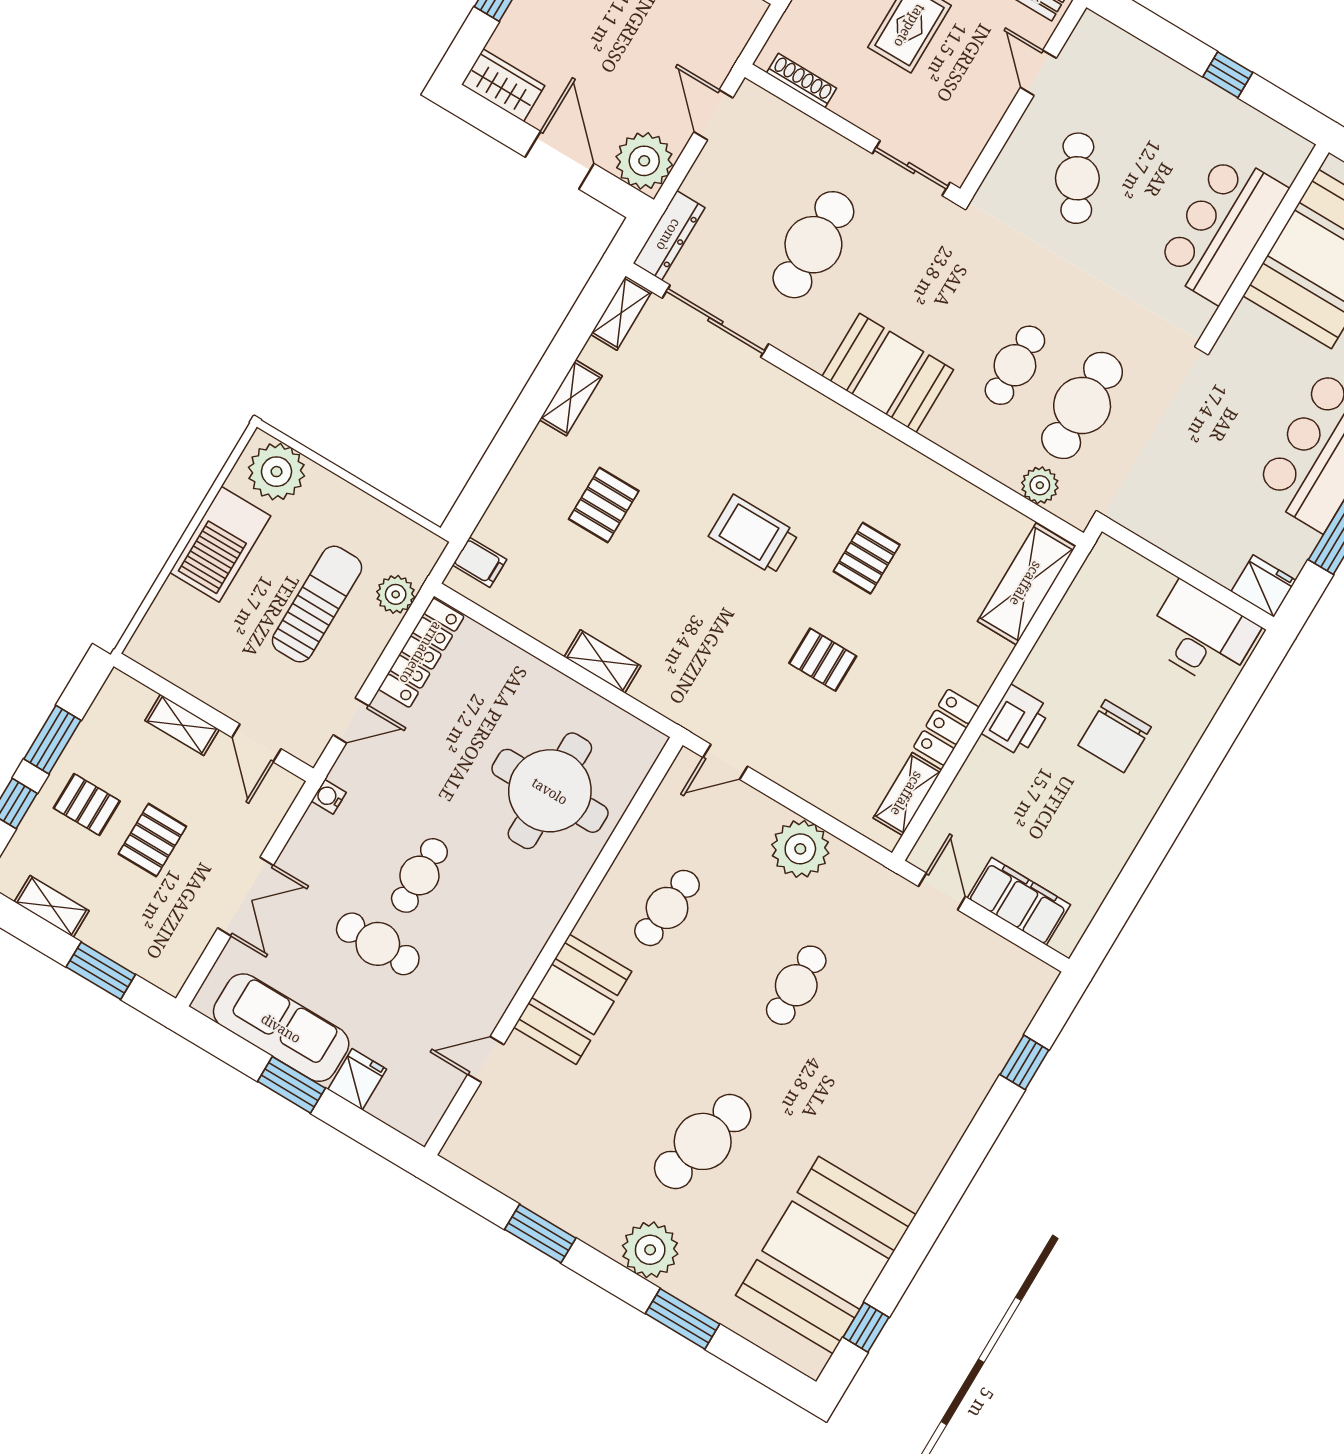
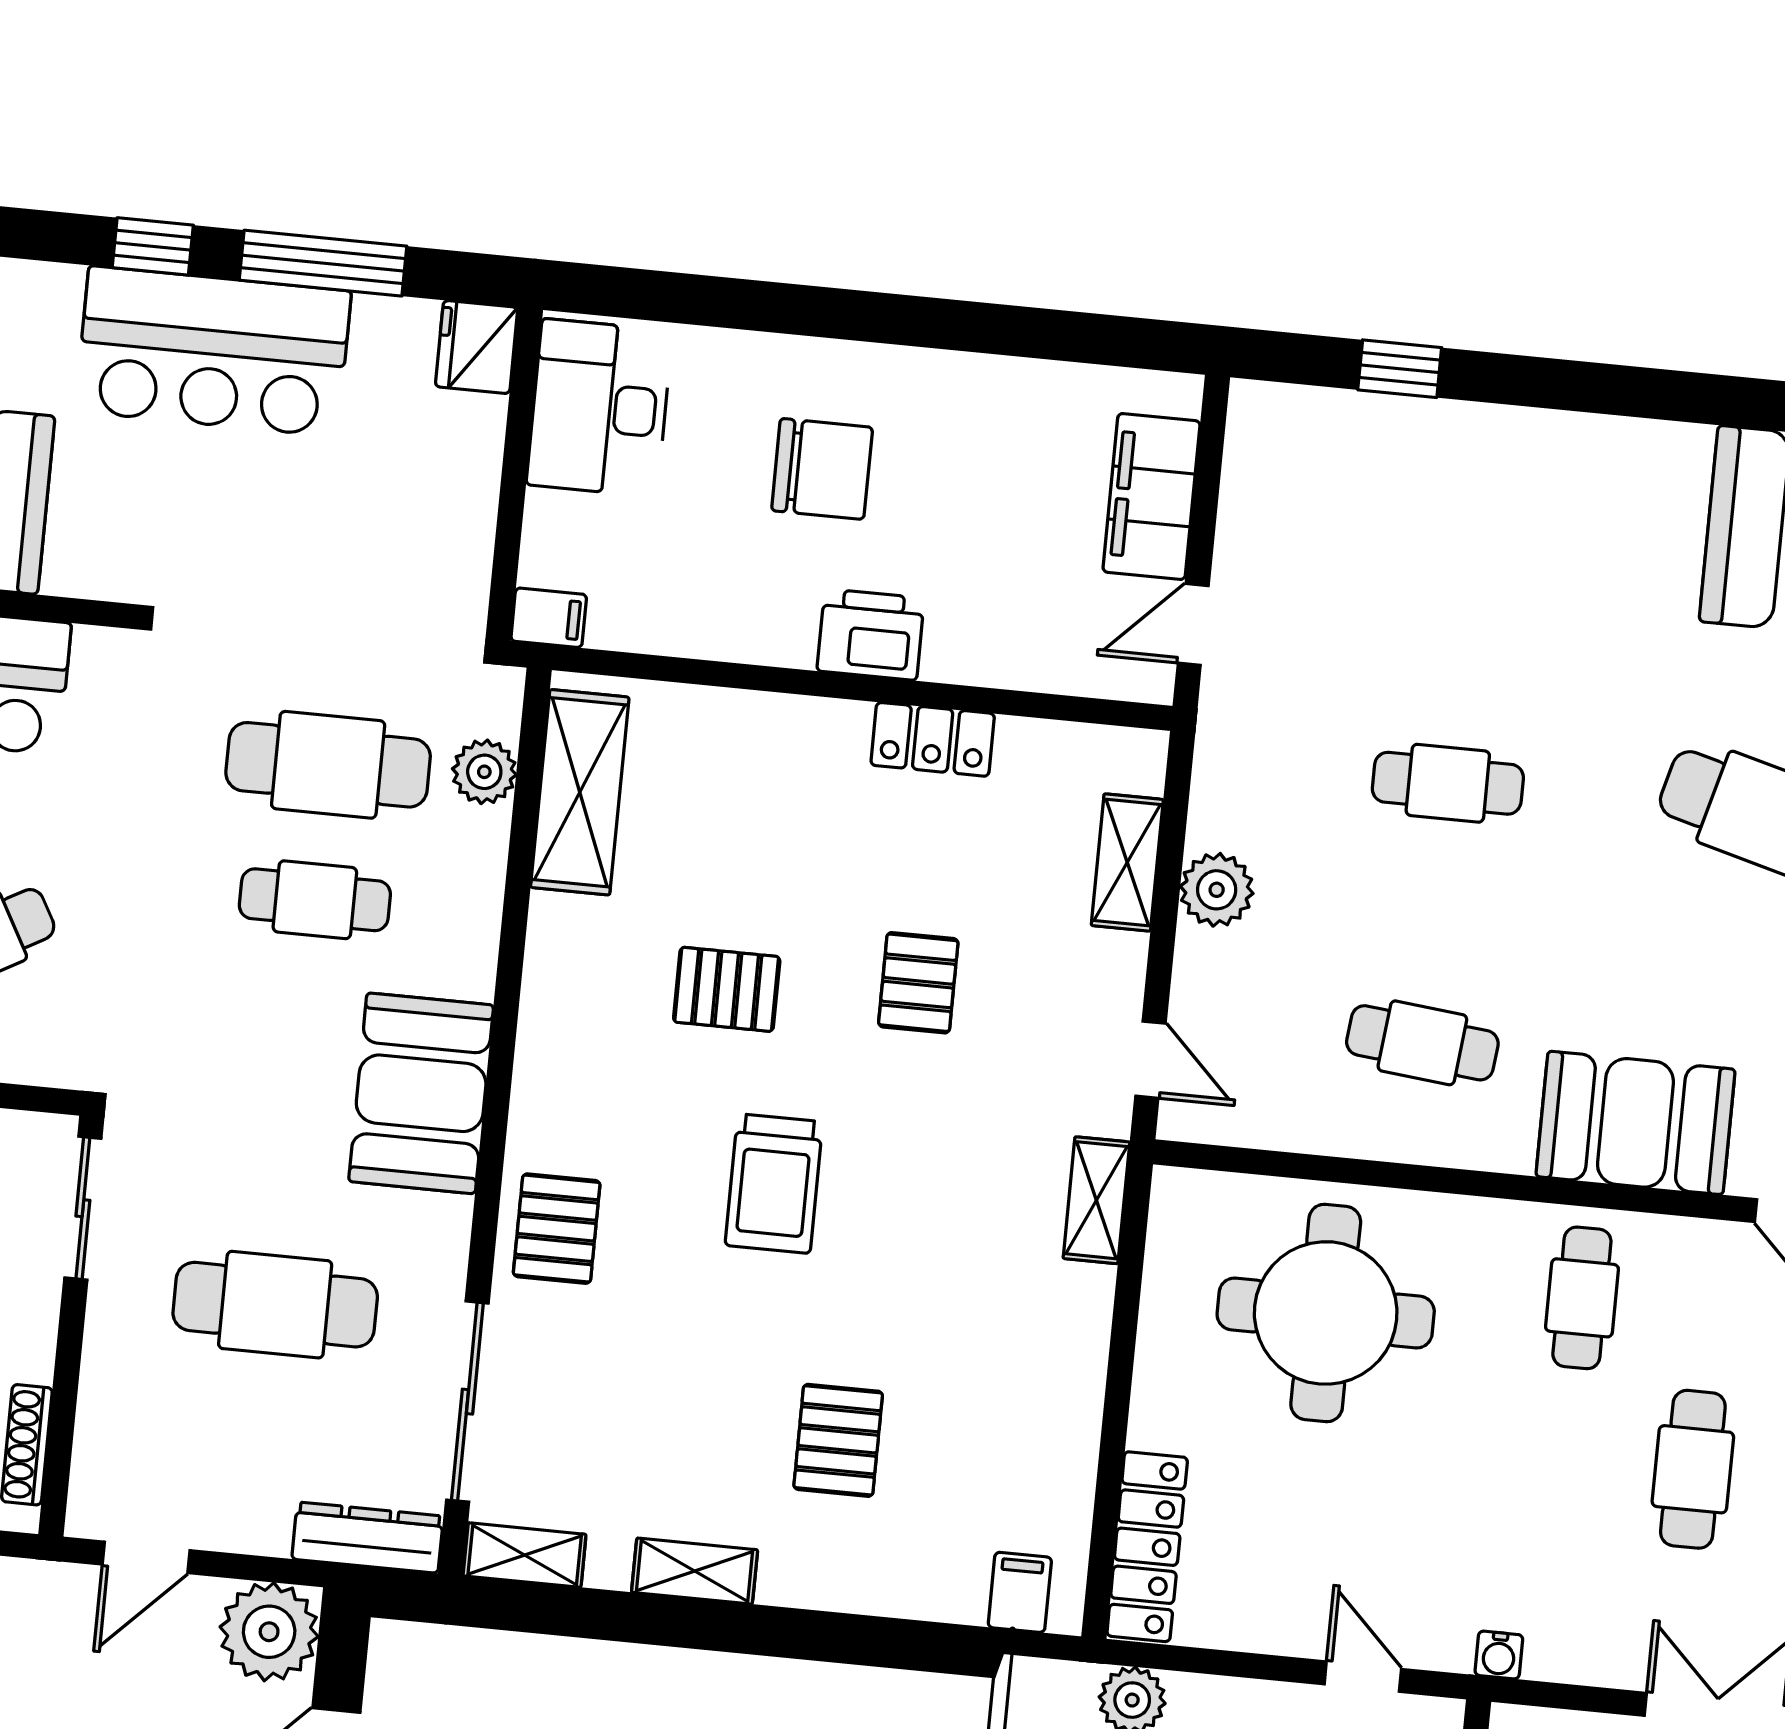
pallet: (784, 410) -> (557, 1229), added
pallet: (604, 505) -> (838, 1440), turned 90
filing cabinet: (1104, 557) -> (549, 618), added
shelving: (1026, 584) -> (580, 792), moved, turned 90
locker: (421, 653) -> (1147, 1547), moved, turned 90
shelving: (602, 661) -> (1096, 1200), moved
shelving: (907, 794) -> (1127, 862), moved, turned 90
plant: (800, 849) -> (1217, 890), width x0.73, depth x0.73
cafe table: (419, 875) -> (1582, 1298), moved, turned 90

